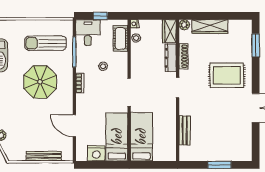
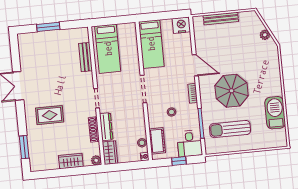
wardrobe: (210, 27) -> (71, 161), width x0.67
sun lounger: (45, 43) -> (230, 129), turned 180
rug: (227, 75) -> (50, 115), width x0.73, depth x0.70
door: (74, 126) -> (195, 65), moved
bed: (141, 137) -> (108, 49), moved
nightstand: (96, 153) -> (181, 25), moved

